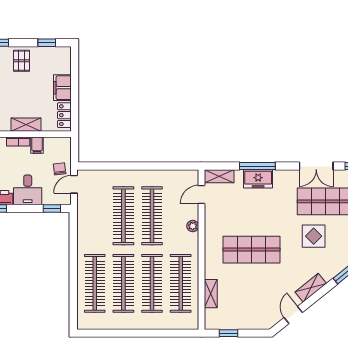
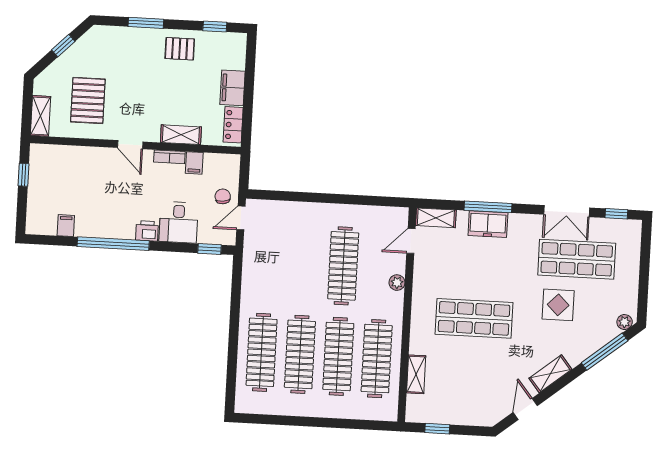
pallet: (22, 61) -> (180, 49), turned 90
clothes rail: (123, 216) -> (305, 264), removed

